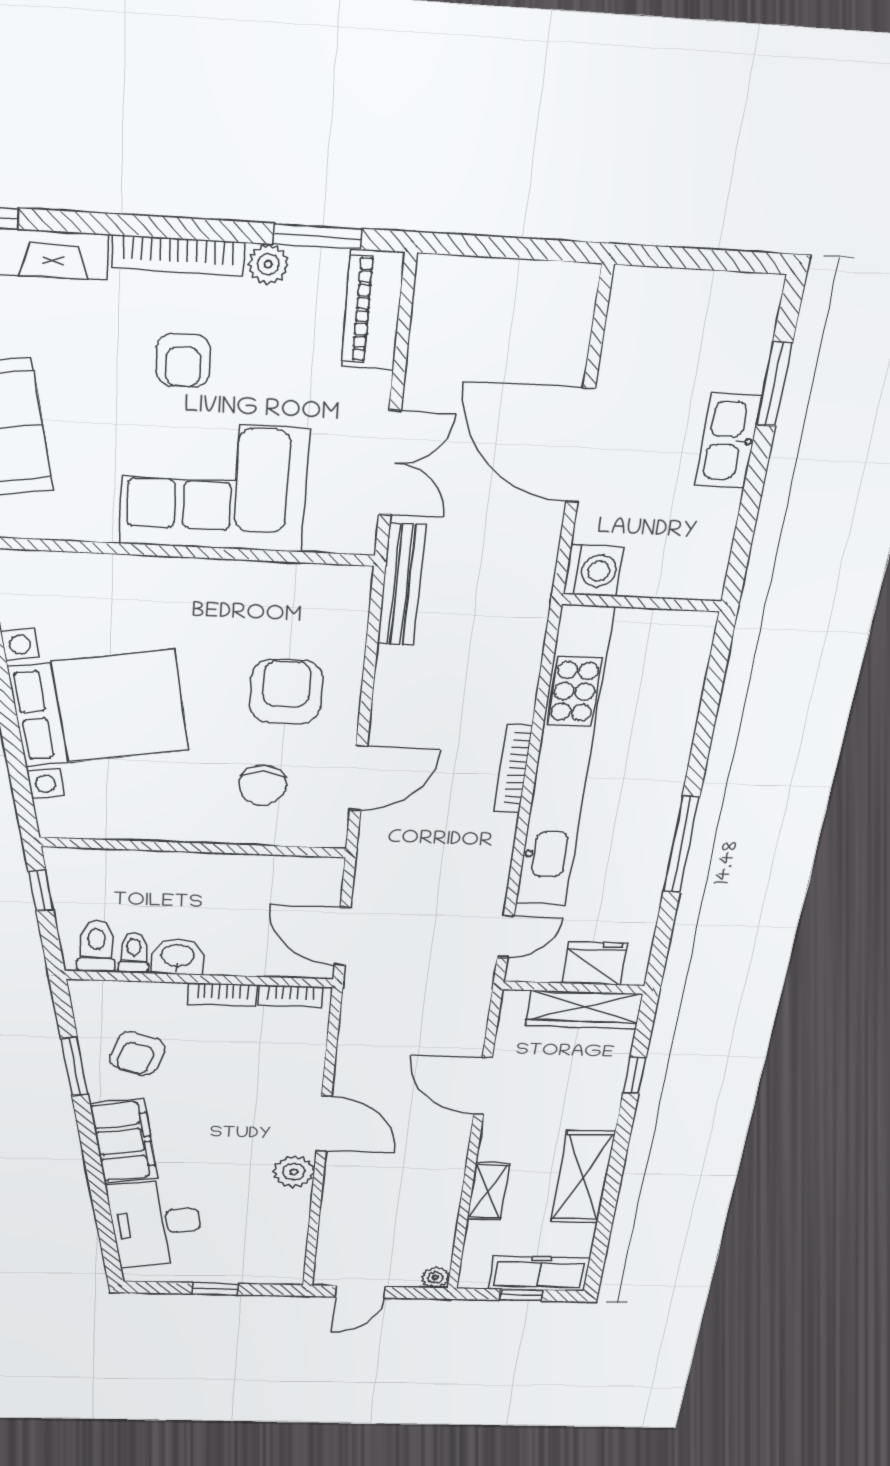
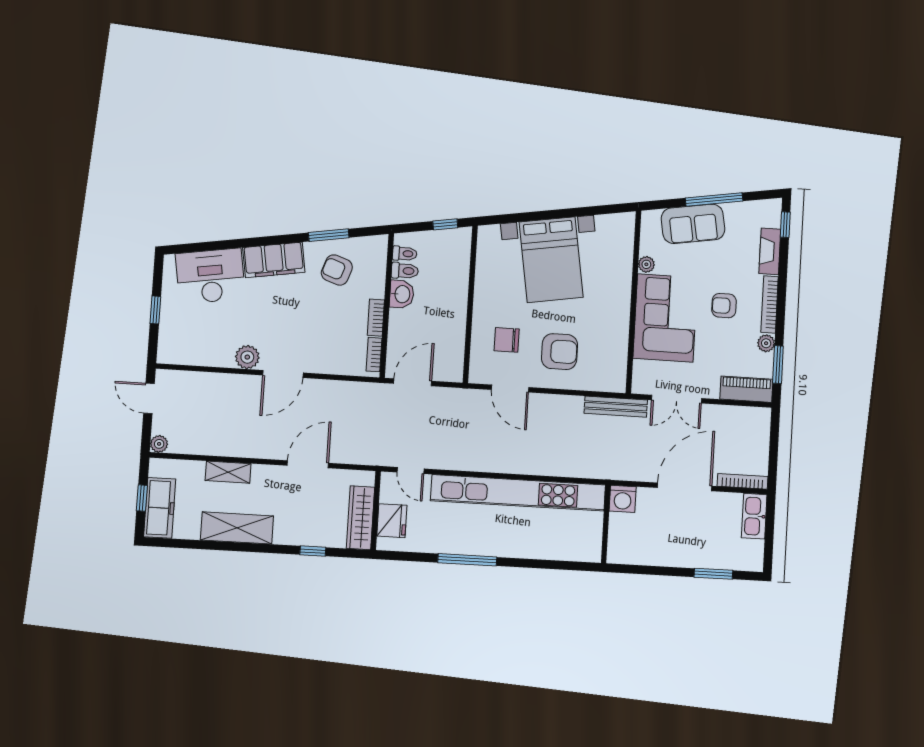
kitchen sink: (728, 441) -> (754, 516), moved, turned -90
plant: (99, 526) -> (646, 264), added
bookcase: (513, 768) -> (743, 481), moved
toilet: (96, 946) -> (405, 254), width x0.73, depth x0.72

